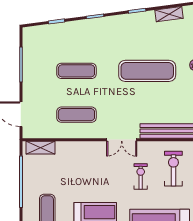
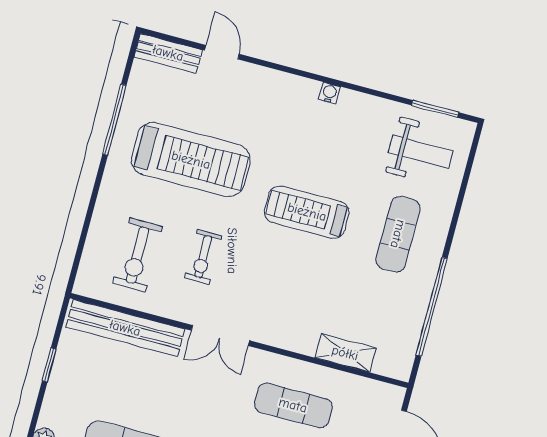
double door: (122, 140) -> (220, 336), swing flipped
shelving: (41, 148) -> (345, 353), moved

